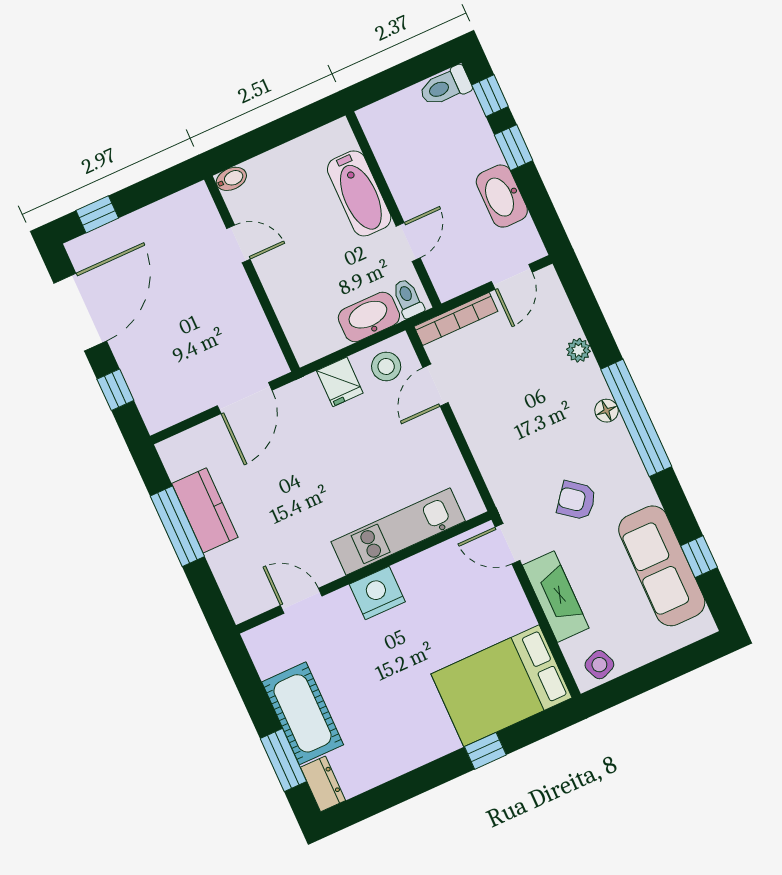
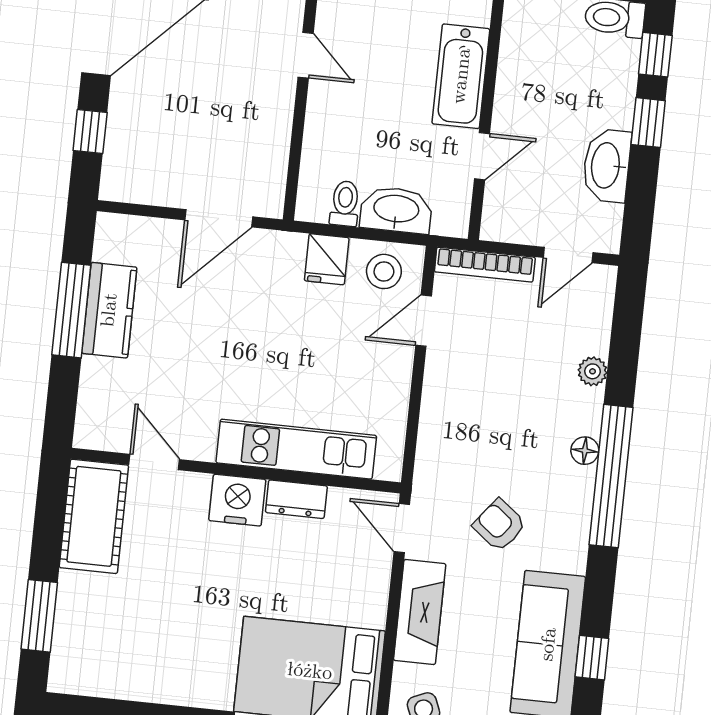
toilet: (408, 298) -> (345, 203), moved
cot: (303, 713) -> (94, 516), moved
dresser: (323, 784) -> (296, 499), moved, turned 90

